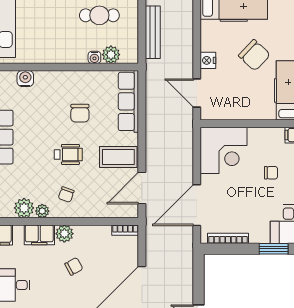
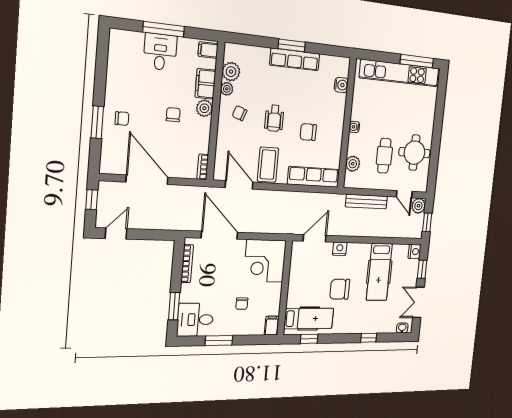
chair: (254, 55) -> (340, 289), turned 47
water cooler: (94, 57) -> (354, 127), moved
chair: (74, 266) -> (173, 115), turned -151

